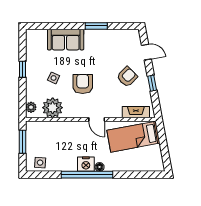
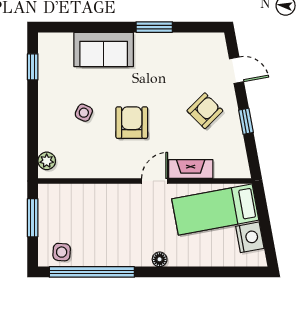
window: (23, 69) -> (33, 67), moved
plant: (53, 108) -> (82, 162), removed
fireplace: (136, 112) -> (191, 169), moved
door: (97, 119) -> (155, 181), swing flipped
nightstand: (86, 164) -> (250, 237), moved, turned -100
window: (87, 175) -> (92, 272), moved

